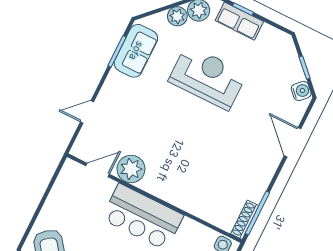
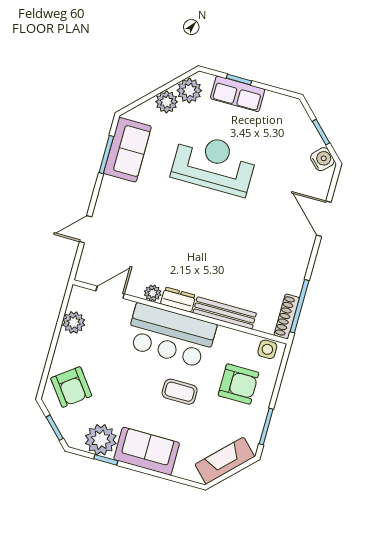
plant: (131, 169) -> (153, 293), width x0.53, depth x0.53
dresser: (155, 187) -> (178, 300), added
plant: (61, 190) -> (74, 322), added
bench: (192, 207) -> (225, 313), added

